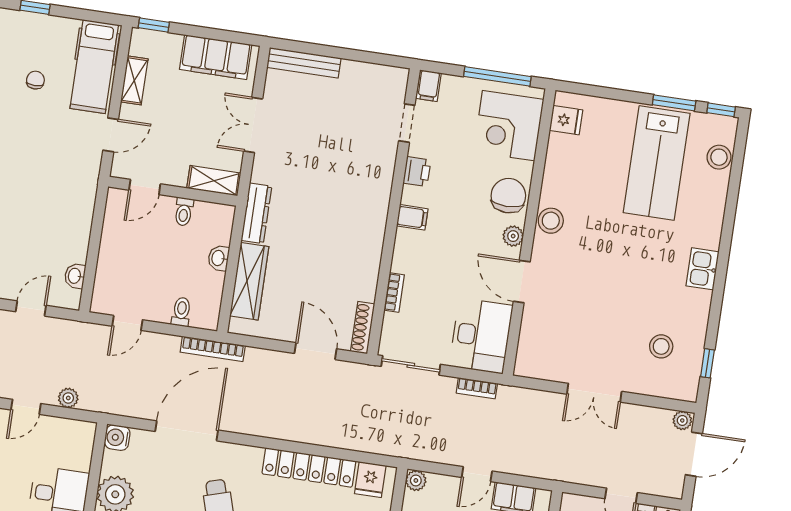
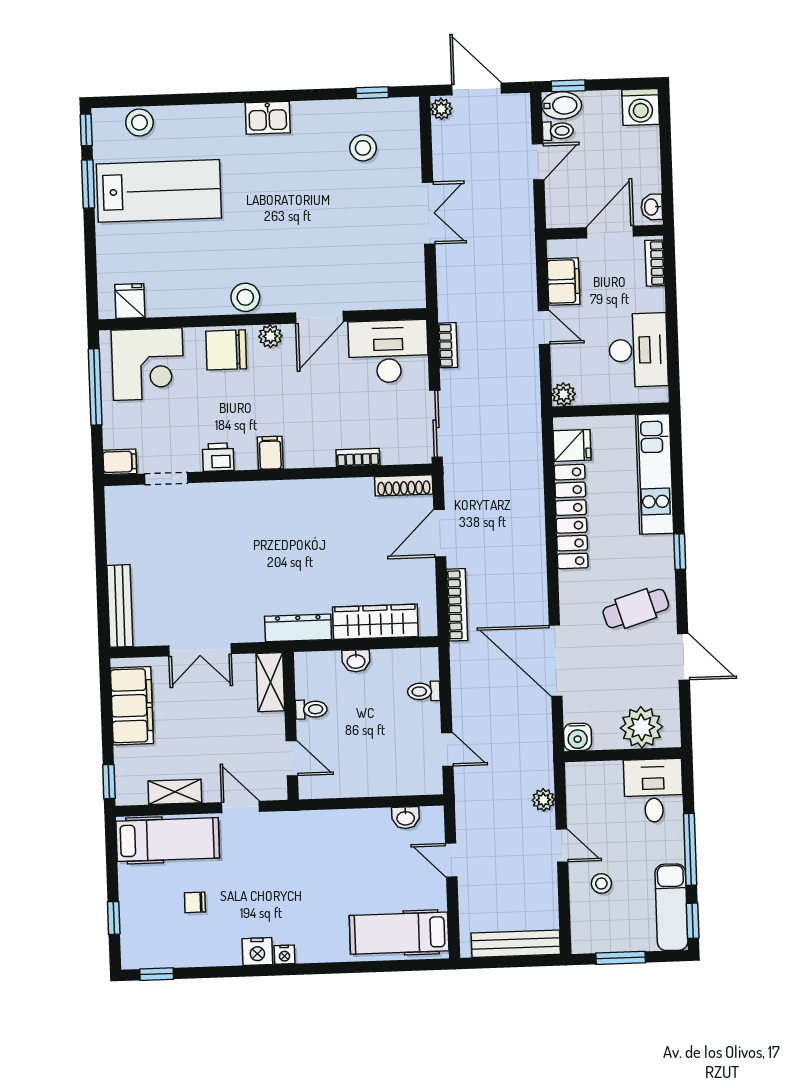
bookcase: (213, 349) -> (457, 605), moved

